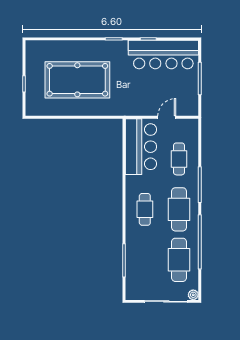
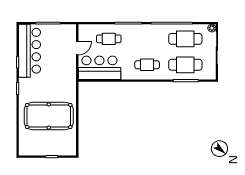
pool table: (77, 80) -> (49, 116), turned 90
door: (167, 117) -> (77, 48), swing flipped
cafe table: (179, 209) -> (185, 65), moved

